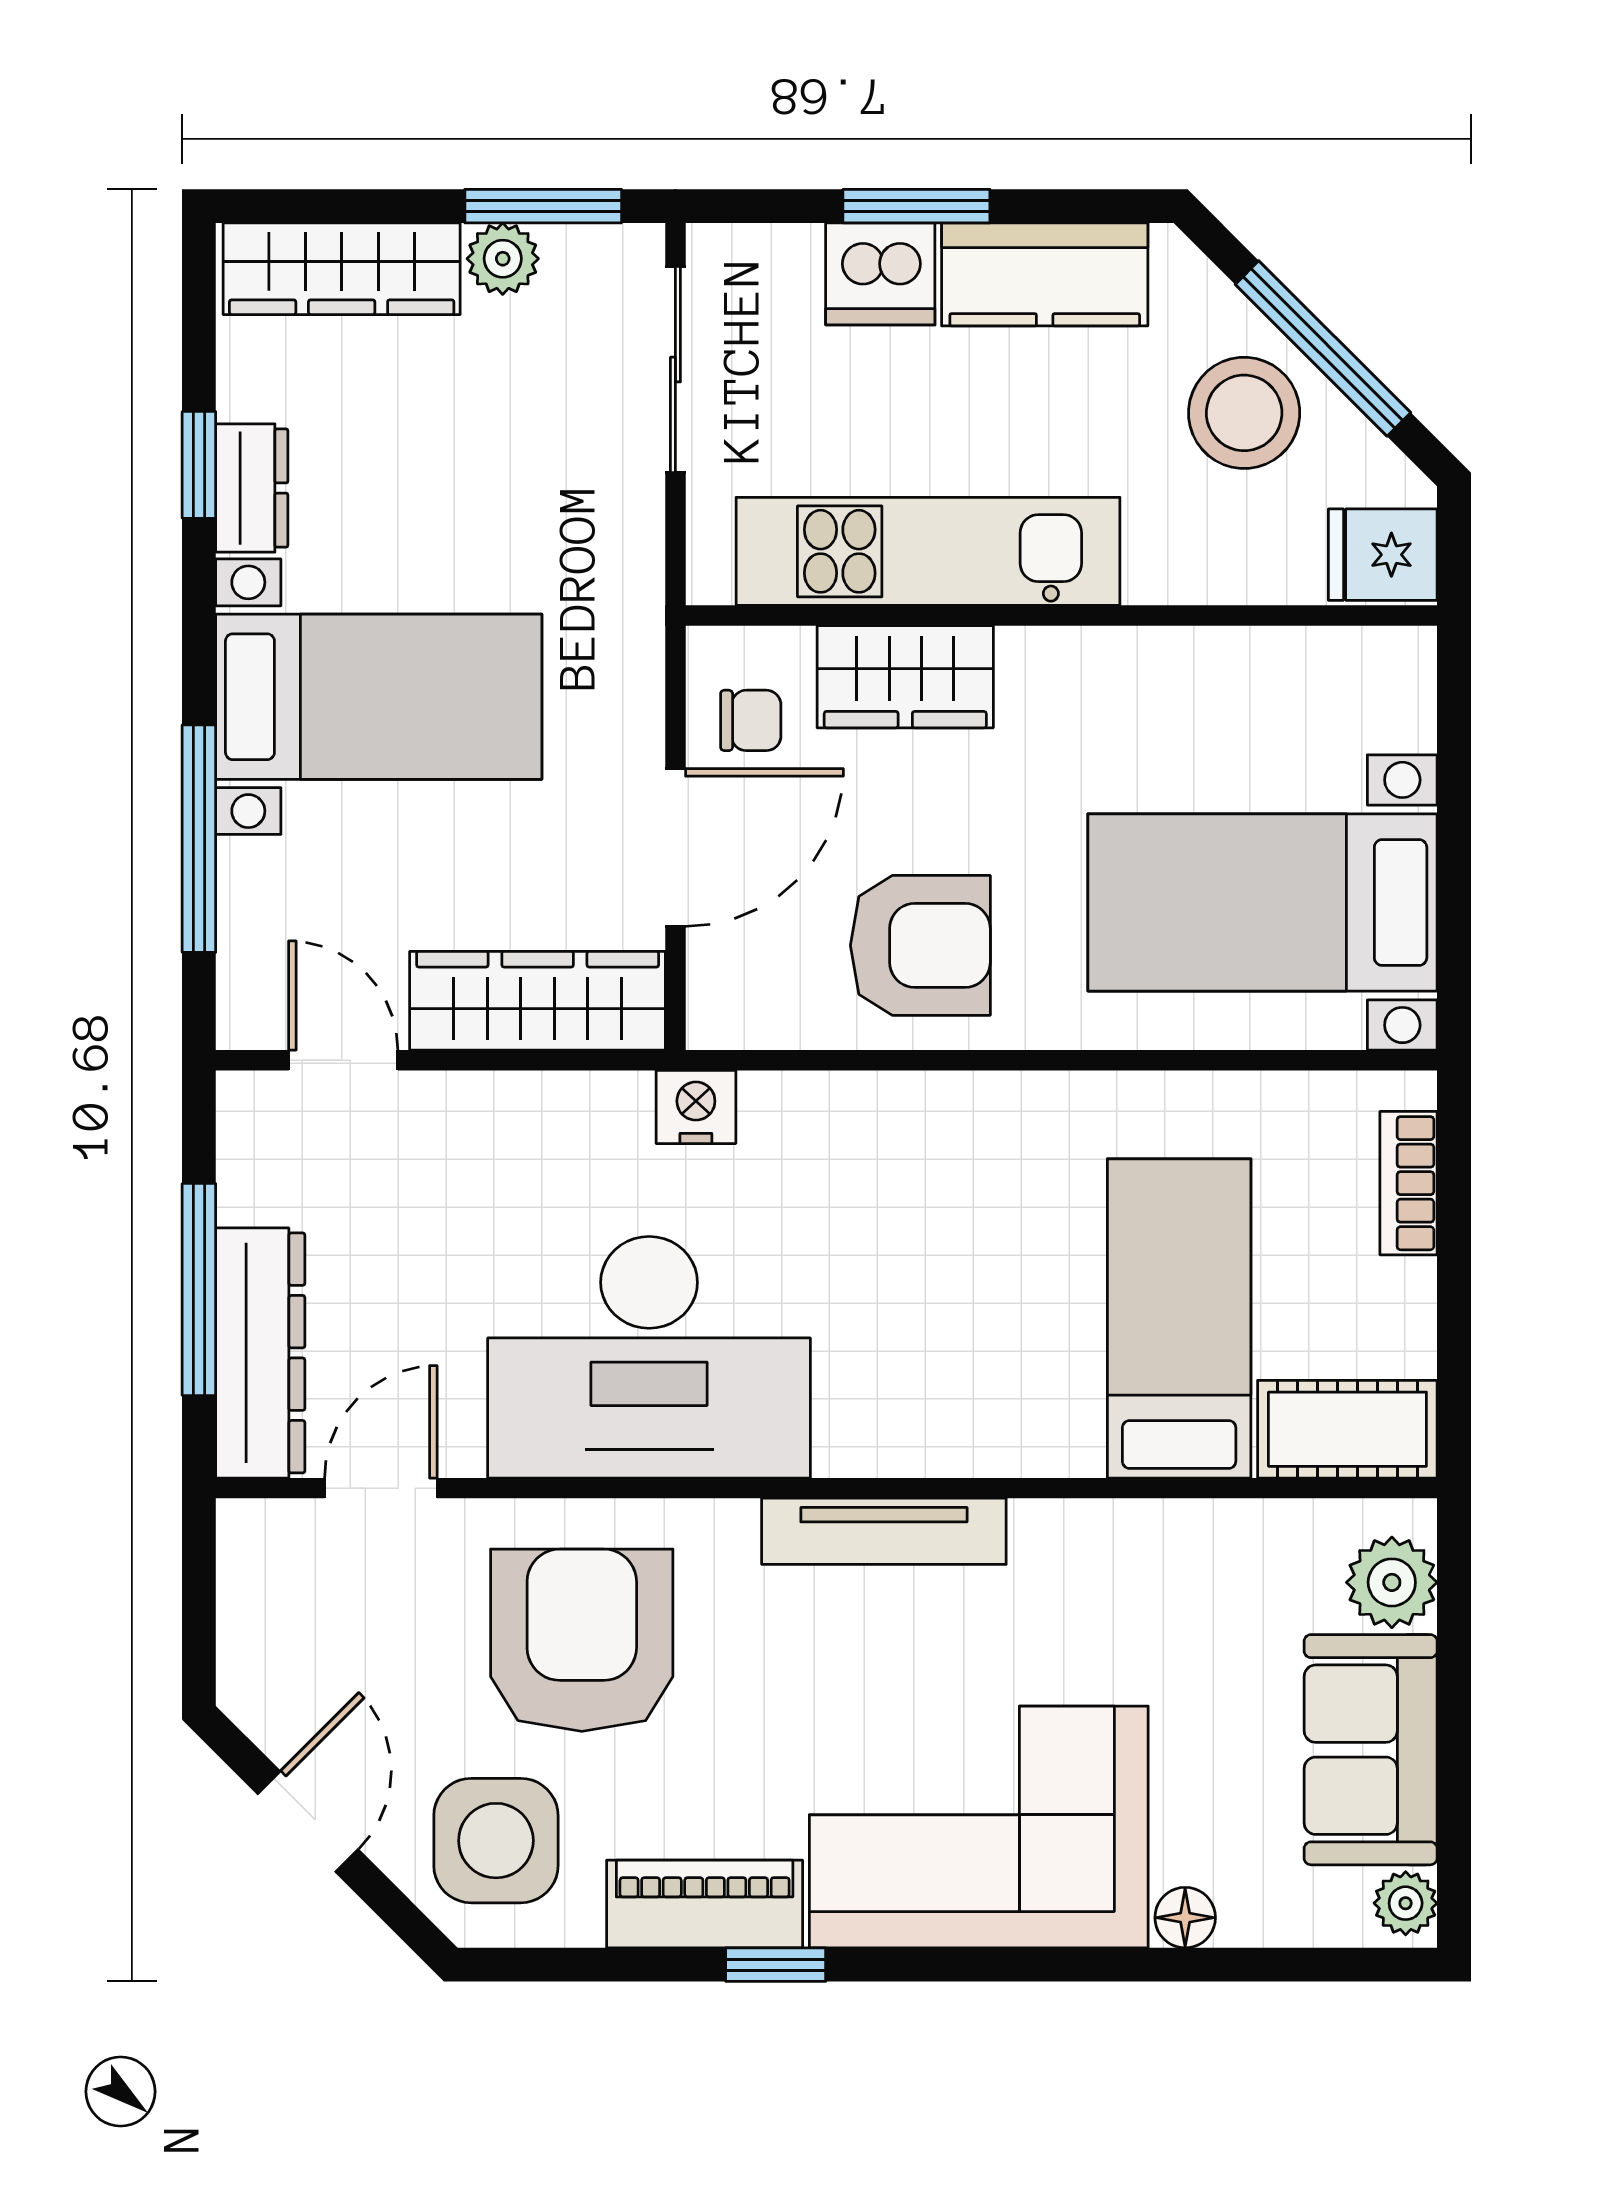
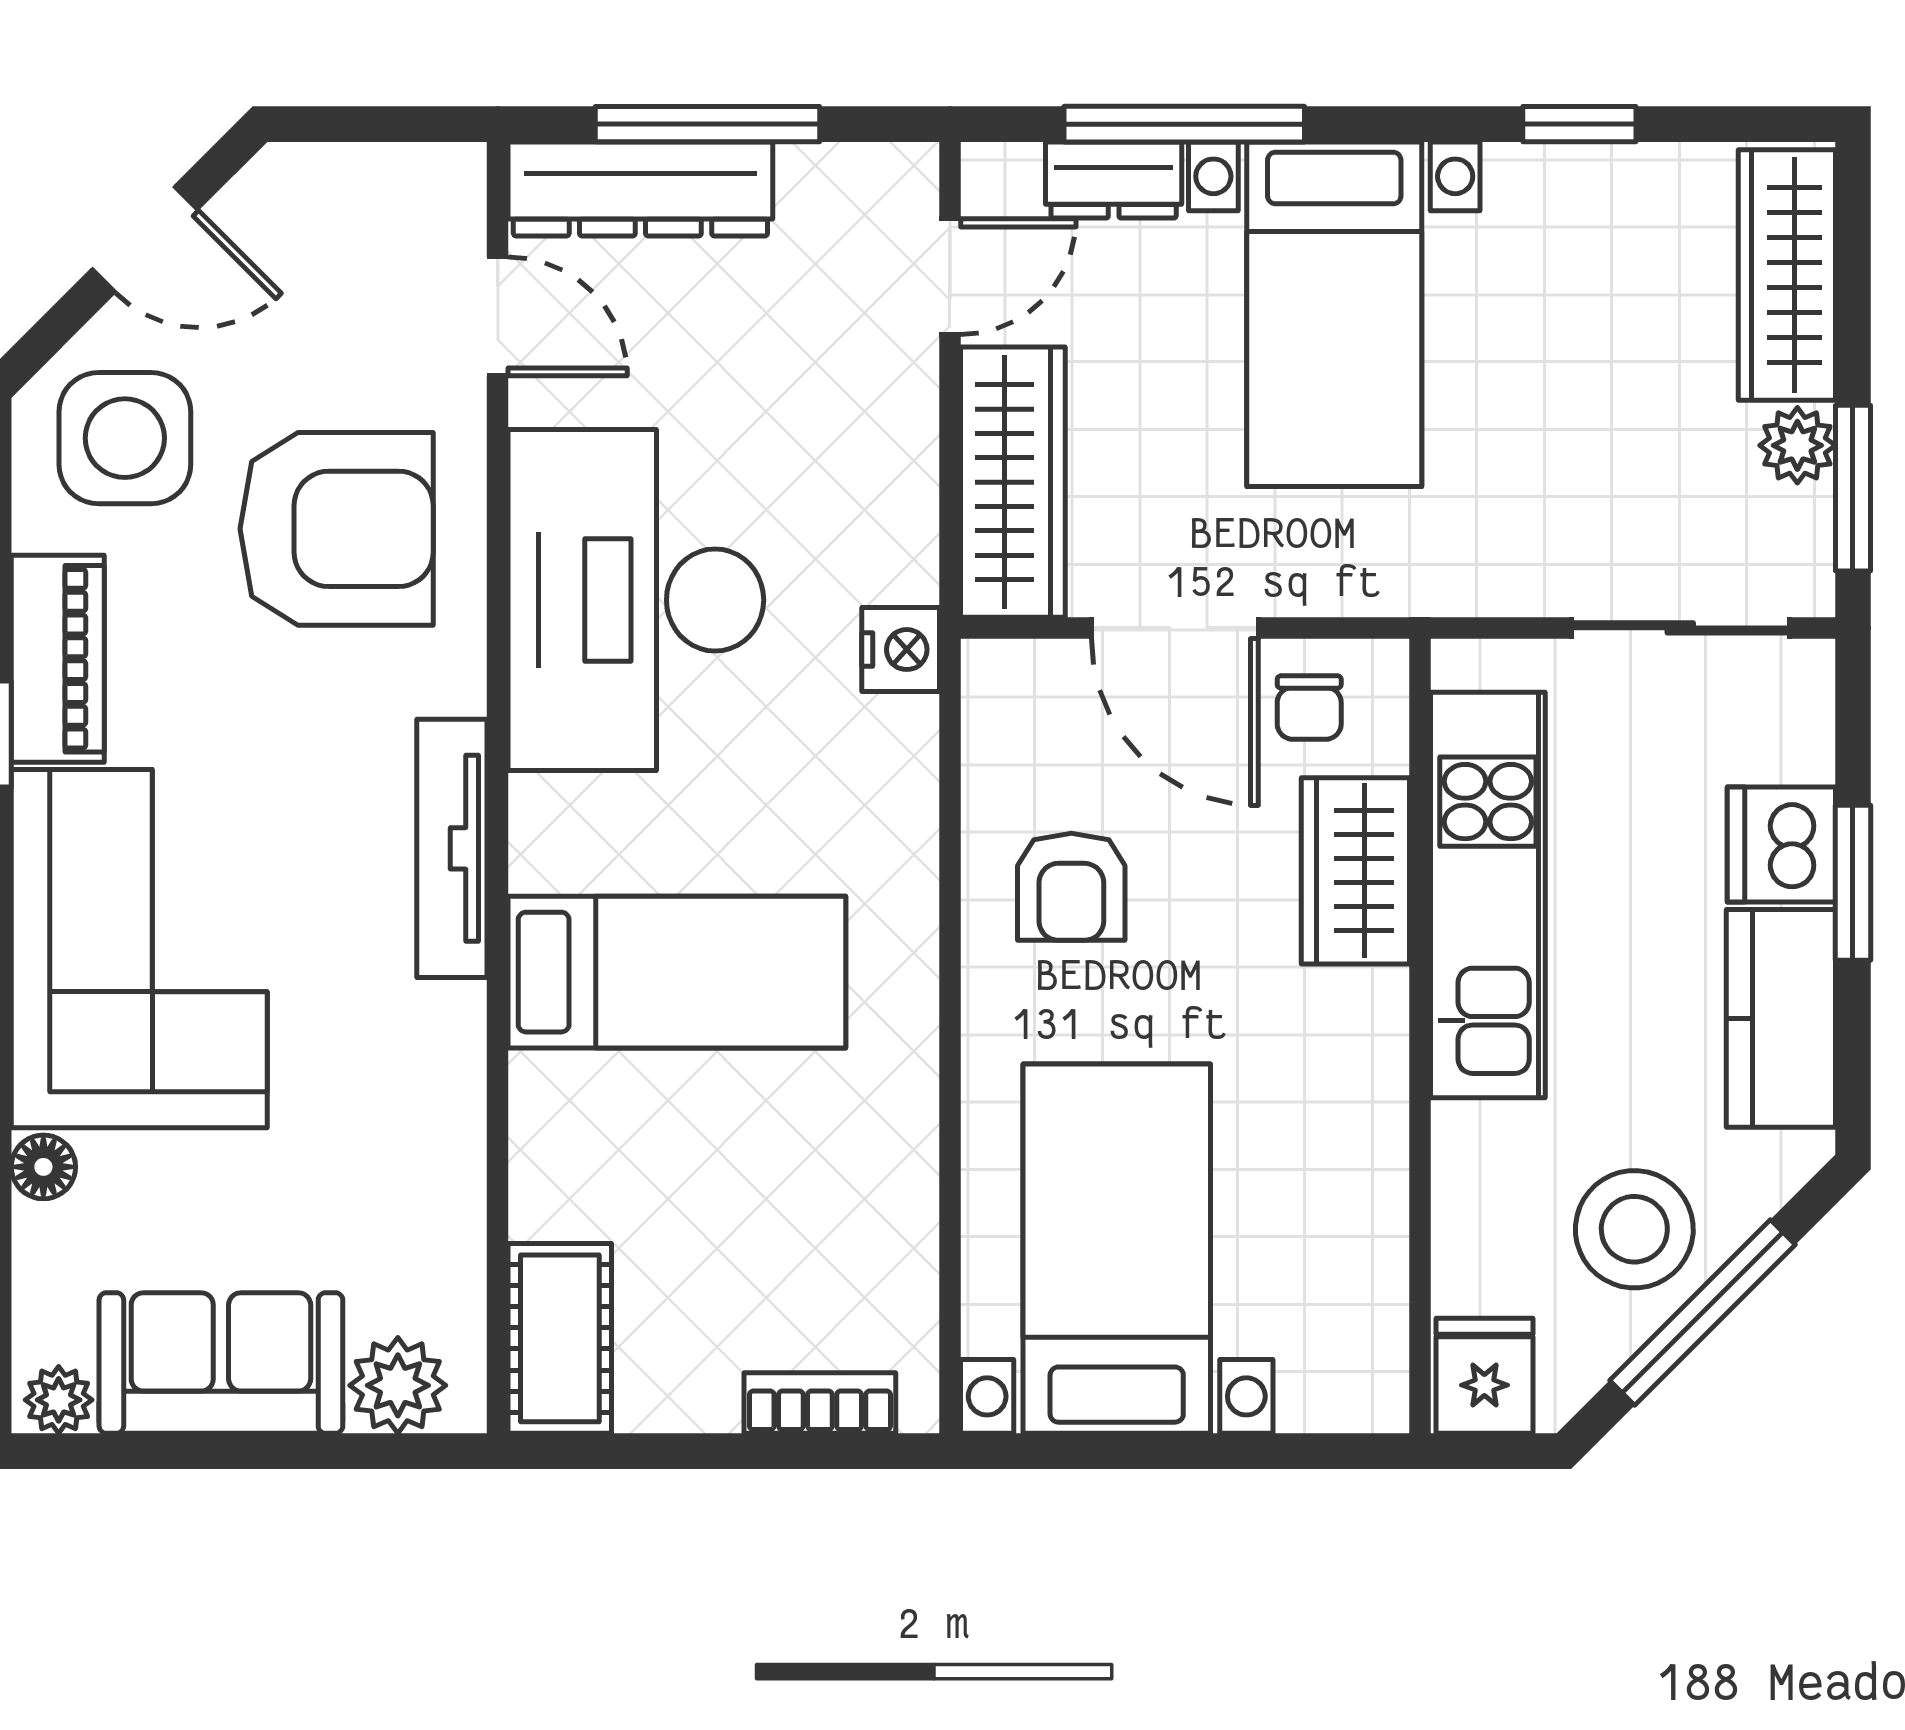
dresser: (252, 488) -> (1114, 180), moved
armchair: (920, 945) -> (1071, 887), width x0.72, depth x0.72
bed: (1179, 1318) -> (677, 972), moved

